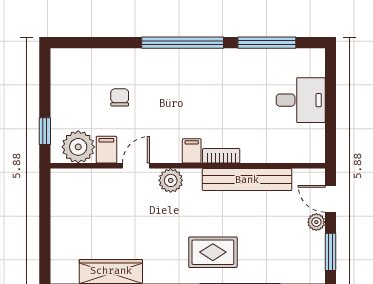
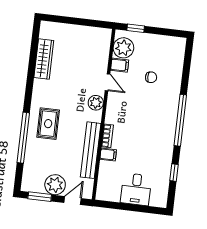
window: (267, 43) -> (174, 173), width x0.46
filing cabinet: (192, 151) -> (108, 155), moved
plant: (316, 222) -> (55, 185), width x1.88, depth x1.88

